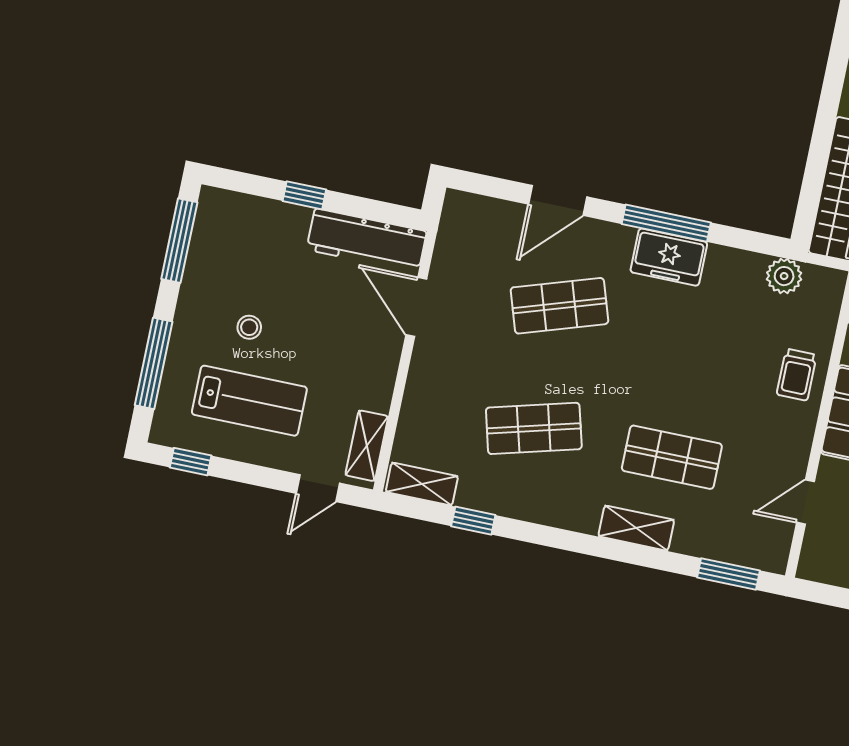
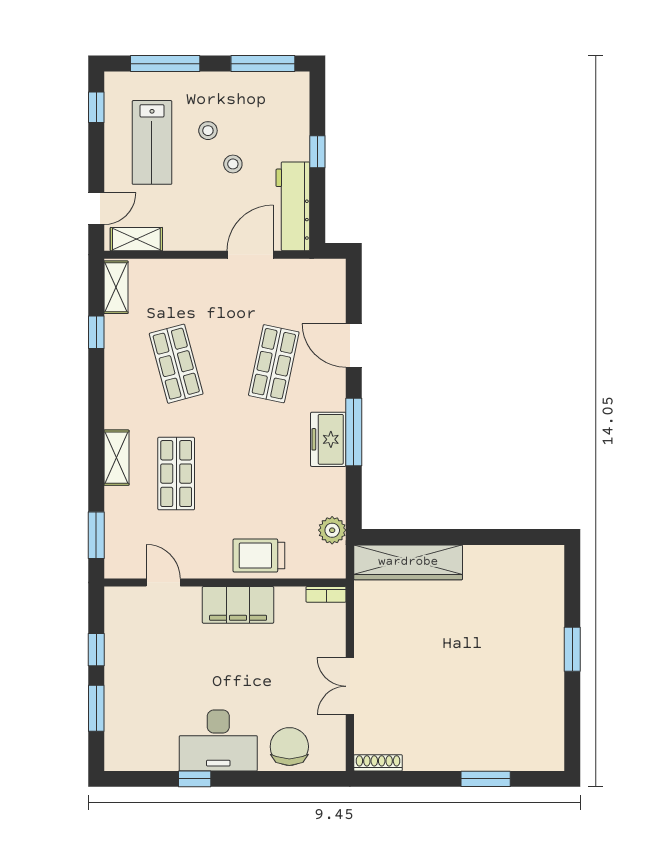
stool: (298, 305) -> (233, 164), added
shop shelf: (559, 306) -> (274, 364), turned 30
trolley: (797, 375) -> (259, 556), width x1.36, depth x1.39
door: (318, 488) -> (96, 209), swing flipped

